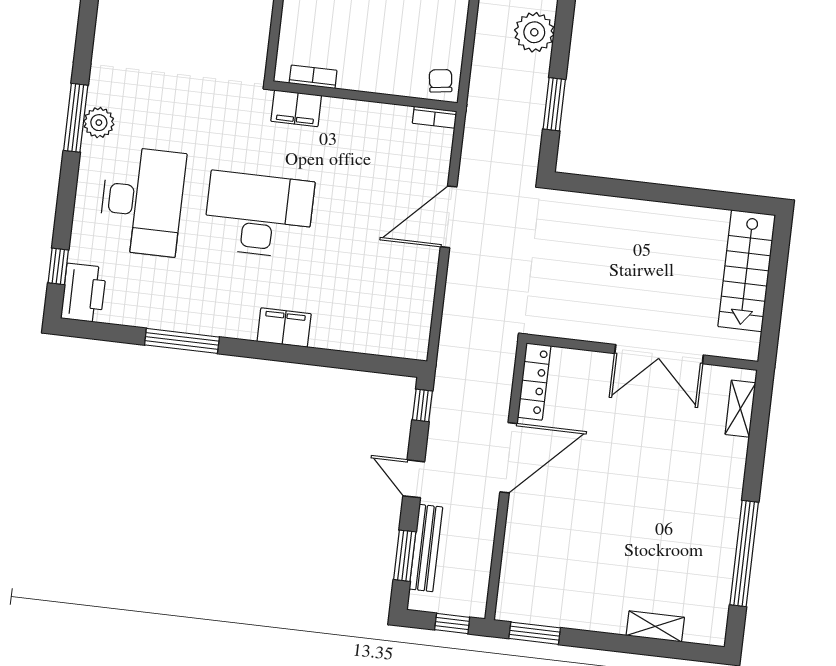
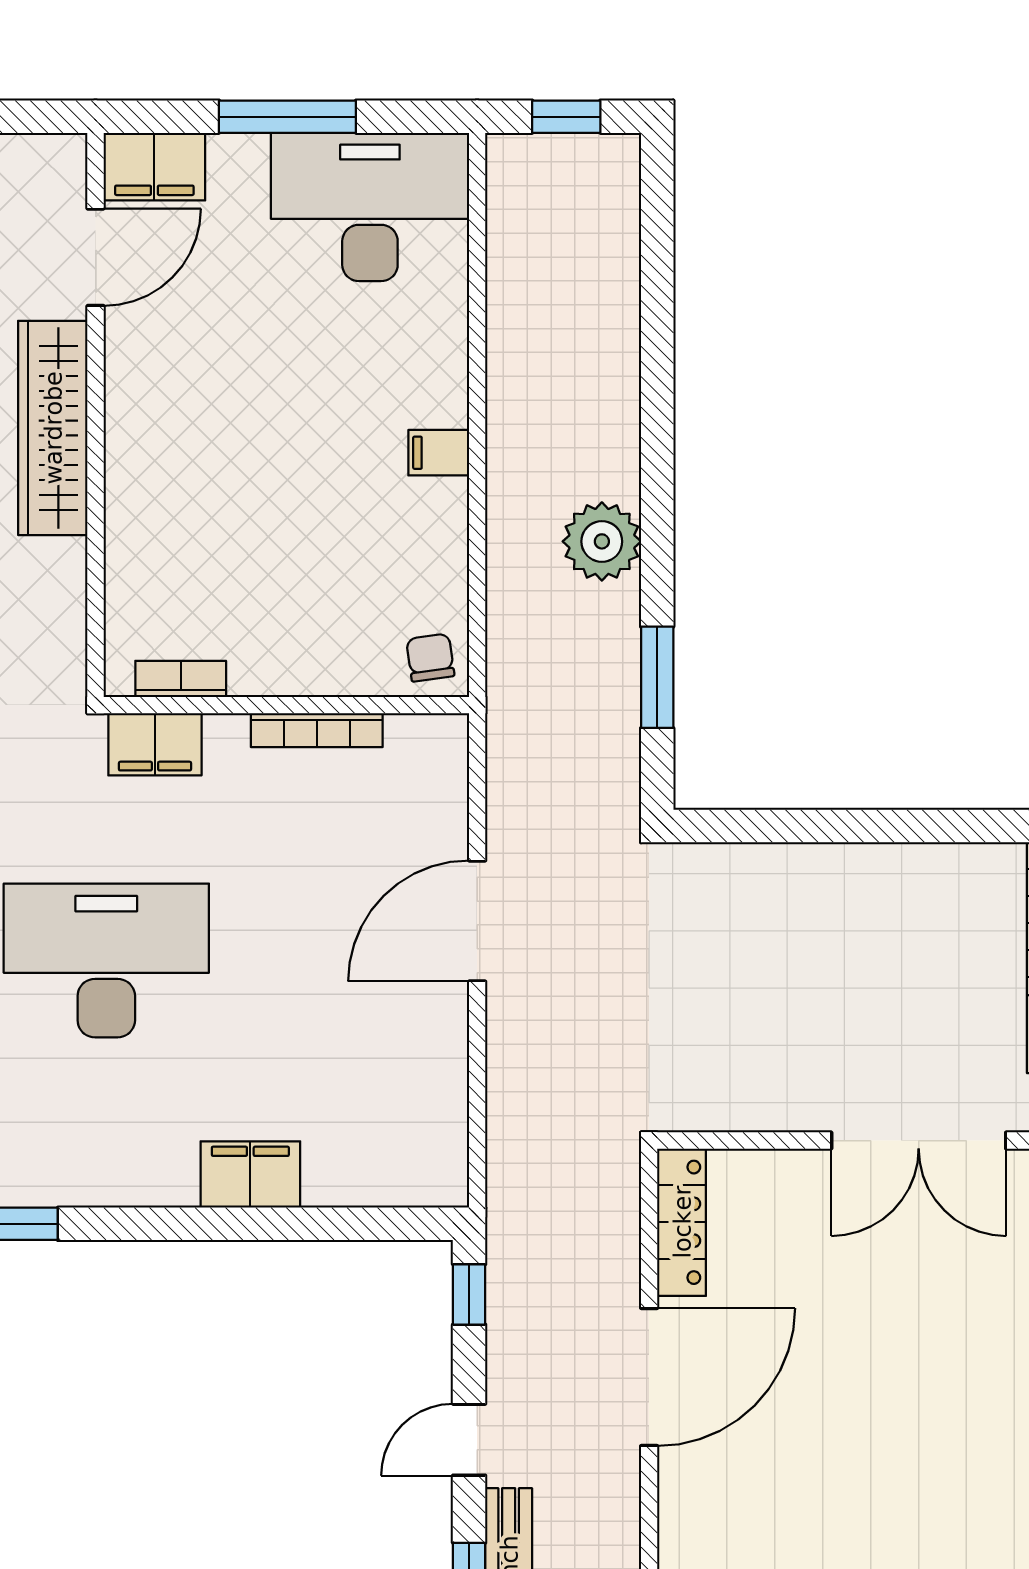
bookcase: (435, 117) -> (317, 730), moved, width x1.56
filing cabinet: (284, 328) -> (250, 1175), moved
door: (414, 479) -> (469, 1440), hinge flipped

